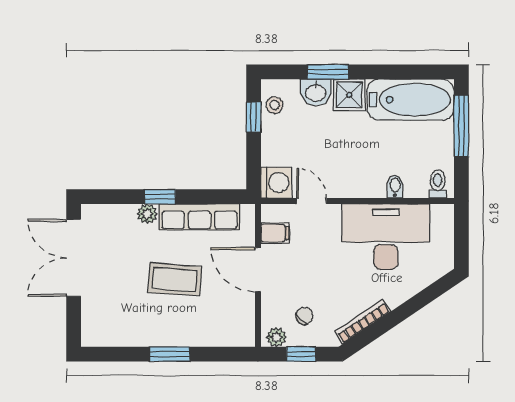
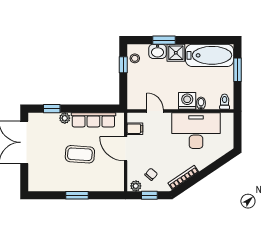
window: (461, 126) -> (238, 70), width x0.69
washing machine: (276, 183) -> (187, 101), moved, turned -90
window: (160, 197) -> (52, 109), moved

